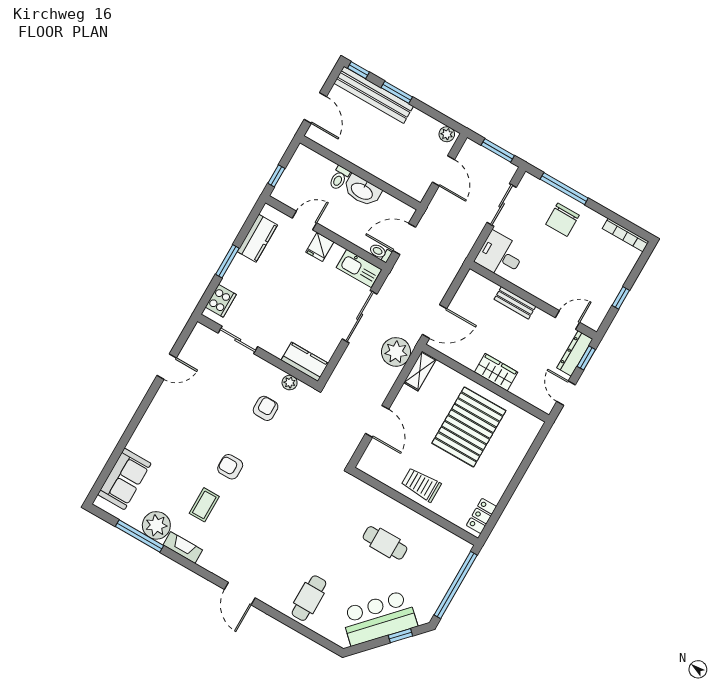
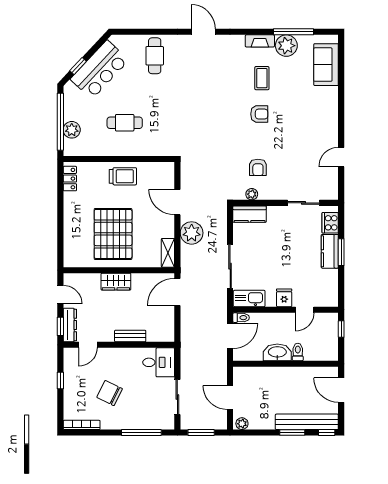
chair: (562, 220) -> (110, 393), moved, turned -64
kitchen counter: (257, 238) -> (330, 251), moved
plant: (396, 352) -> (192, 233), moved
plant: (448, 569) -> (72, 130), added

